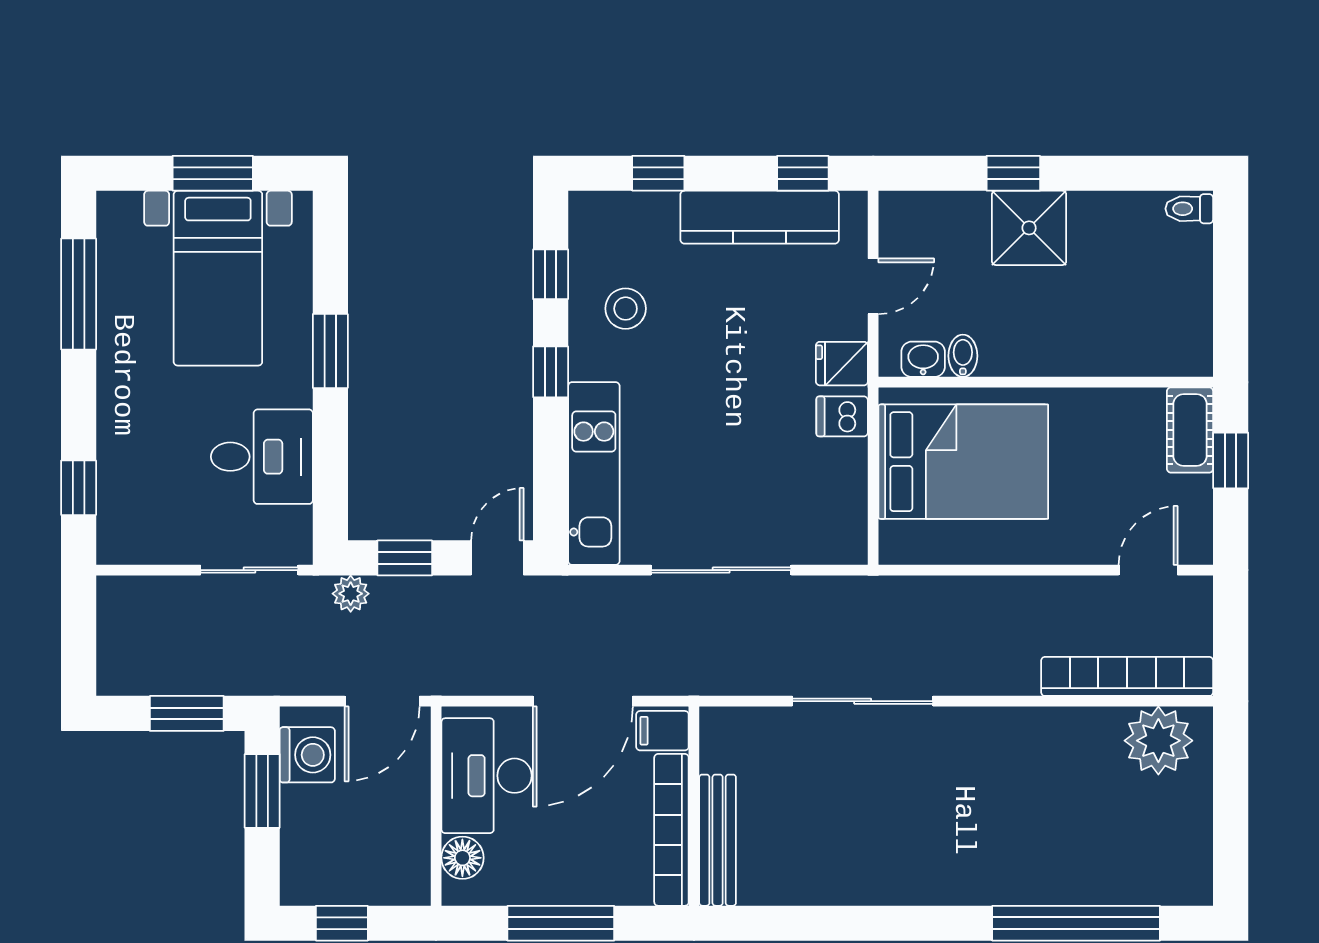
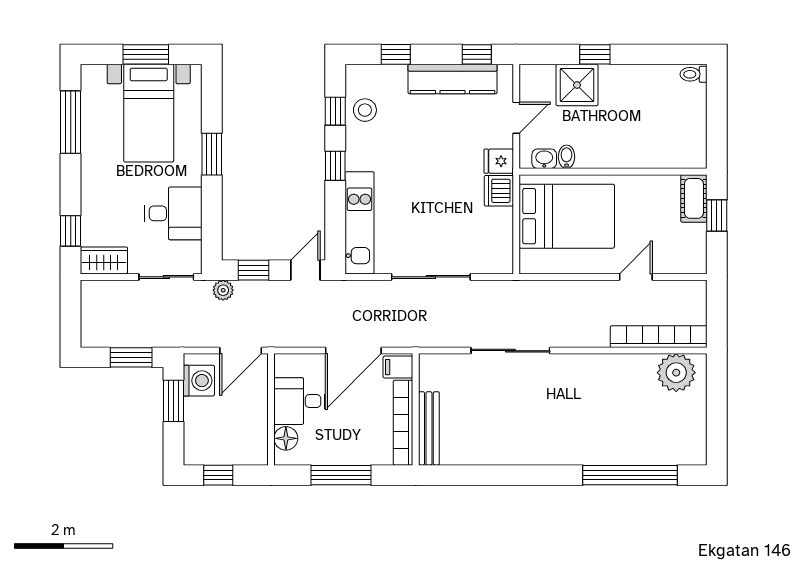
shower: (1029, 228) -> (577, 85), moved
stool: (626, 309) -> (365, 110), moved
dishwasher: (842, 416) -> (499, 191), width x1.38
wardrobe: (138, 541) -> (104, 260), added
door: (1148, 570) -> (636, 277), moved
desk: (487, 776) -> (299, 401), width x0.73

